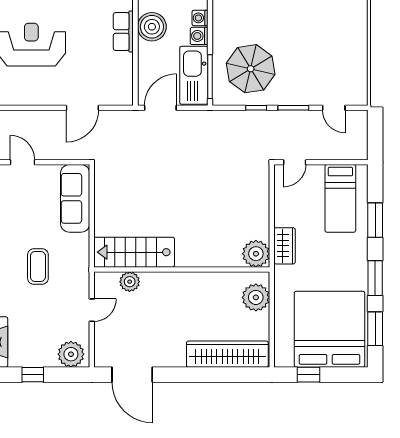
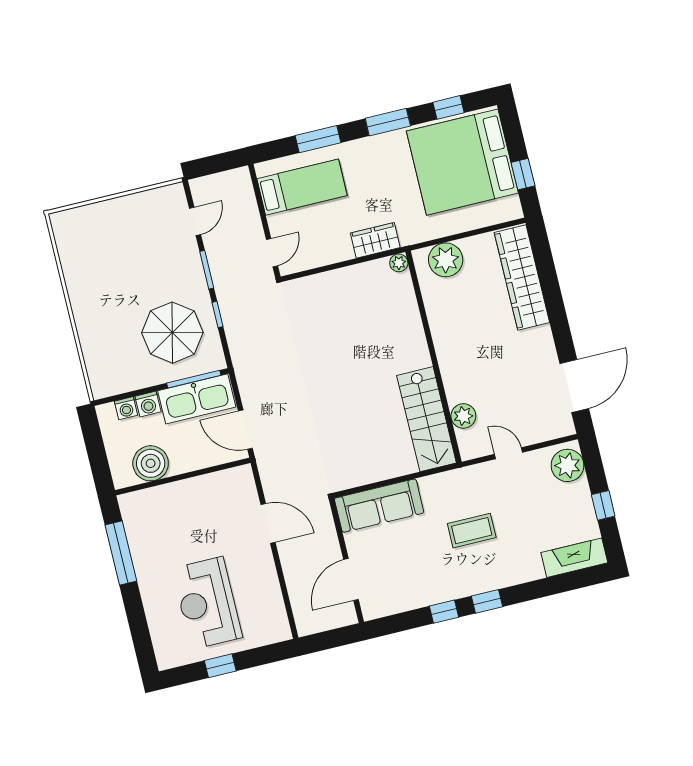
row of seats: (123, 32) -> (165, 496), removed
door: (22, 162) -> (351, 580), width x1.38
door: (295, 162) -> (272, 253), hinge flipped
plant: (256, 254) -> (399, 263), width x0.53, depth x0.53
window: (375, 329) -> (448, 107), width x0.67

